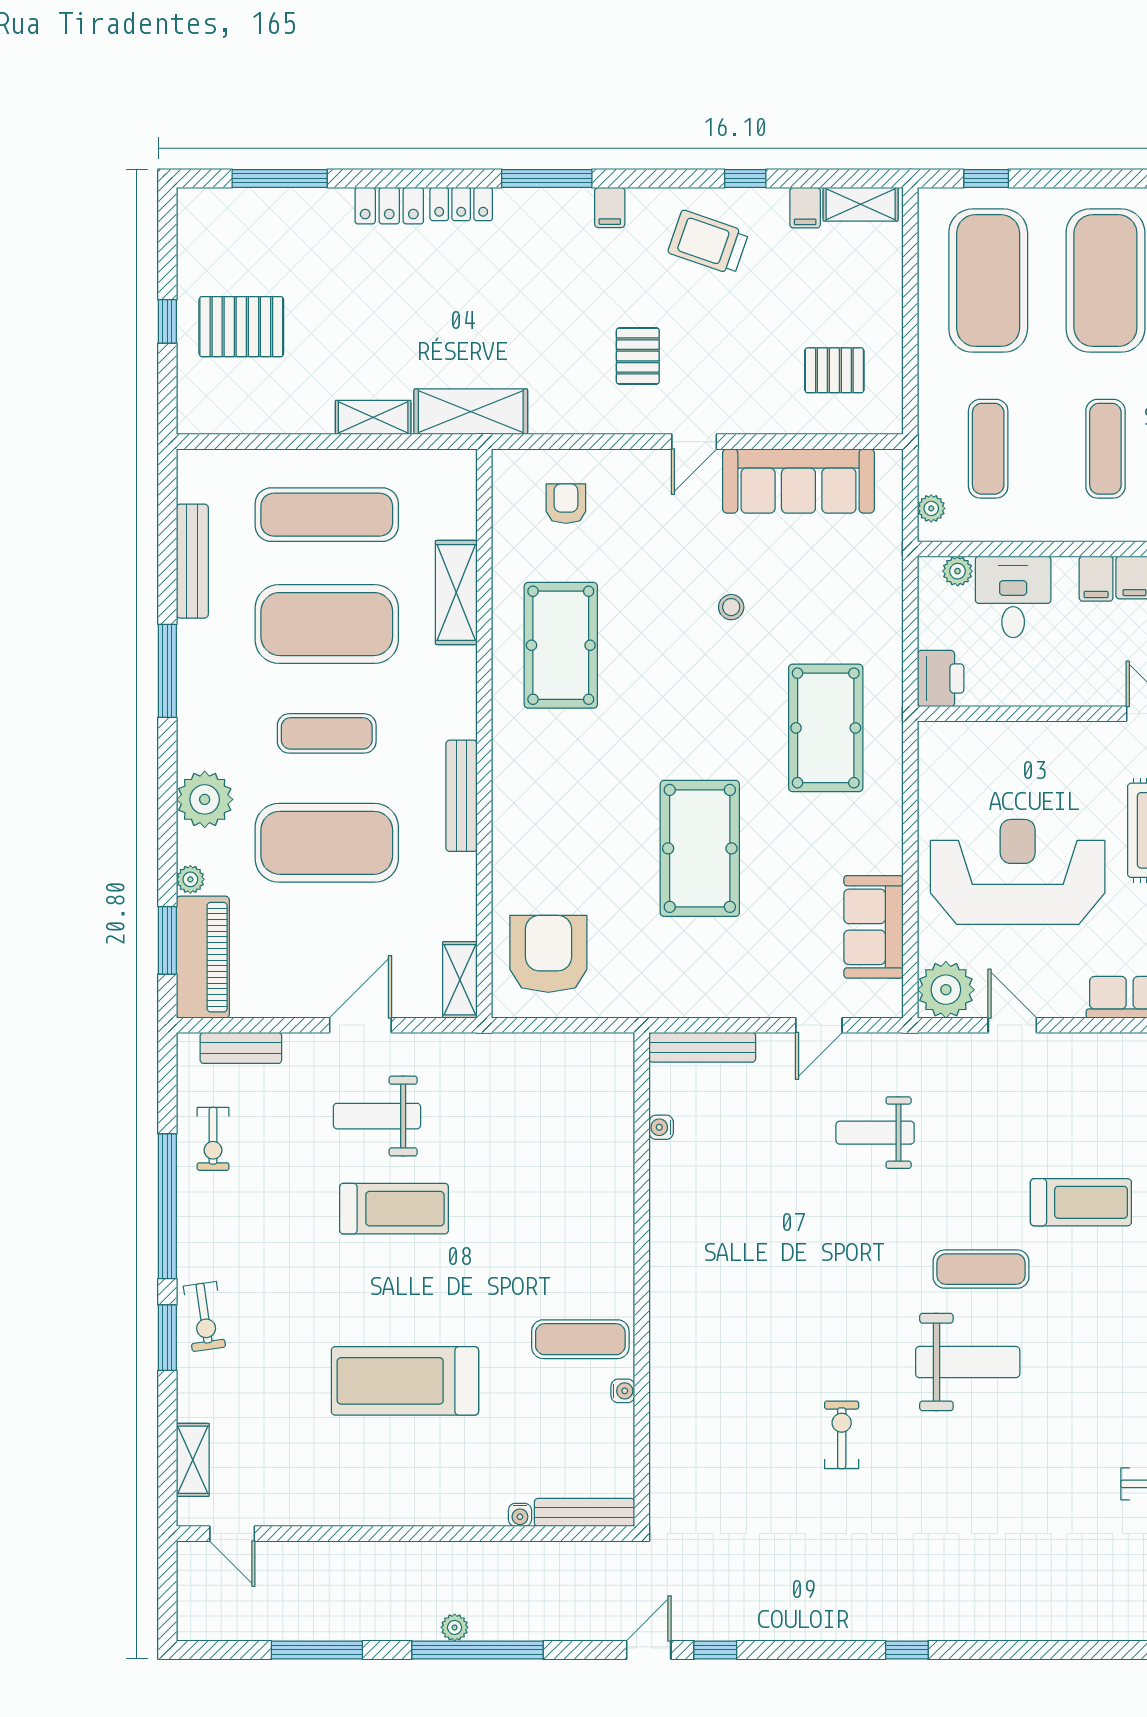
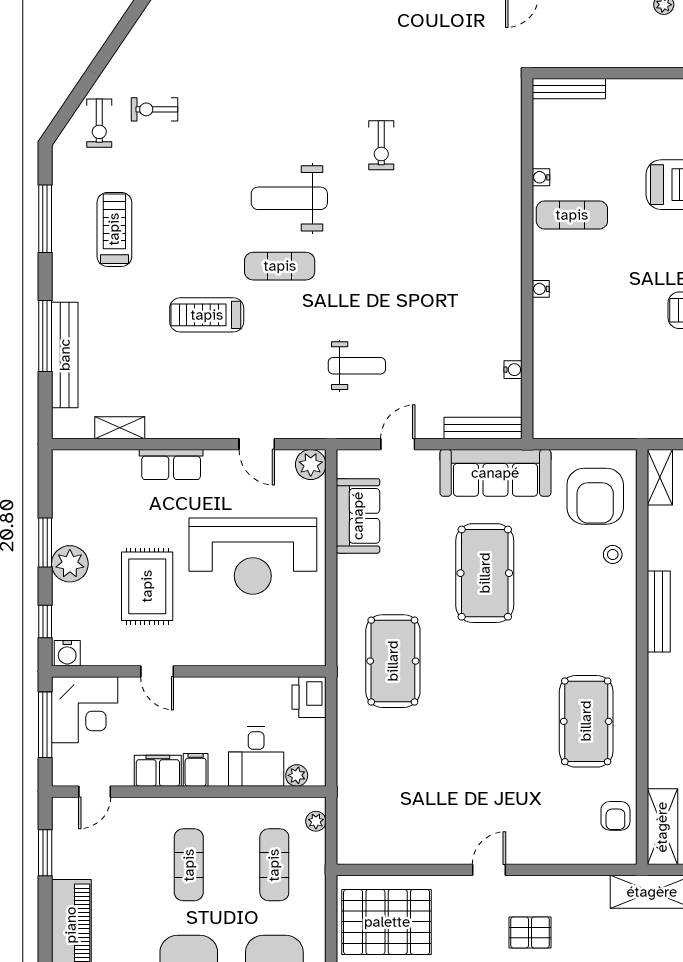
pallet: (638, 356) -> (530, 932), turned 90
pallet: (834, 370) -> (387, 922), width x2.05, depth x2.00
sofa: (798, 481) -> (495, 473), moved, turned 180
armchair: (566, 504) -> (615, 816), moved
shelving: (456, 593) -> (662, 827), moved
stool: (731, 607) -> (613, 554), moved
plant: (946, 990) -> (311, 465), width x0.73, depth x0.73
water cooler: (520, 1515) -> (541, 289), moved, turned -90

